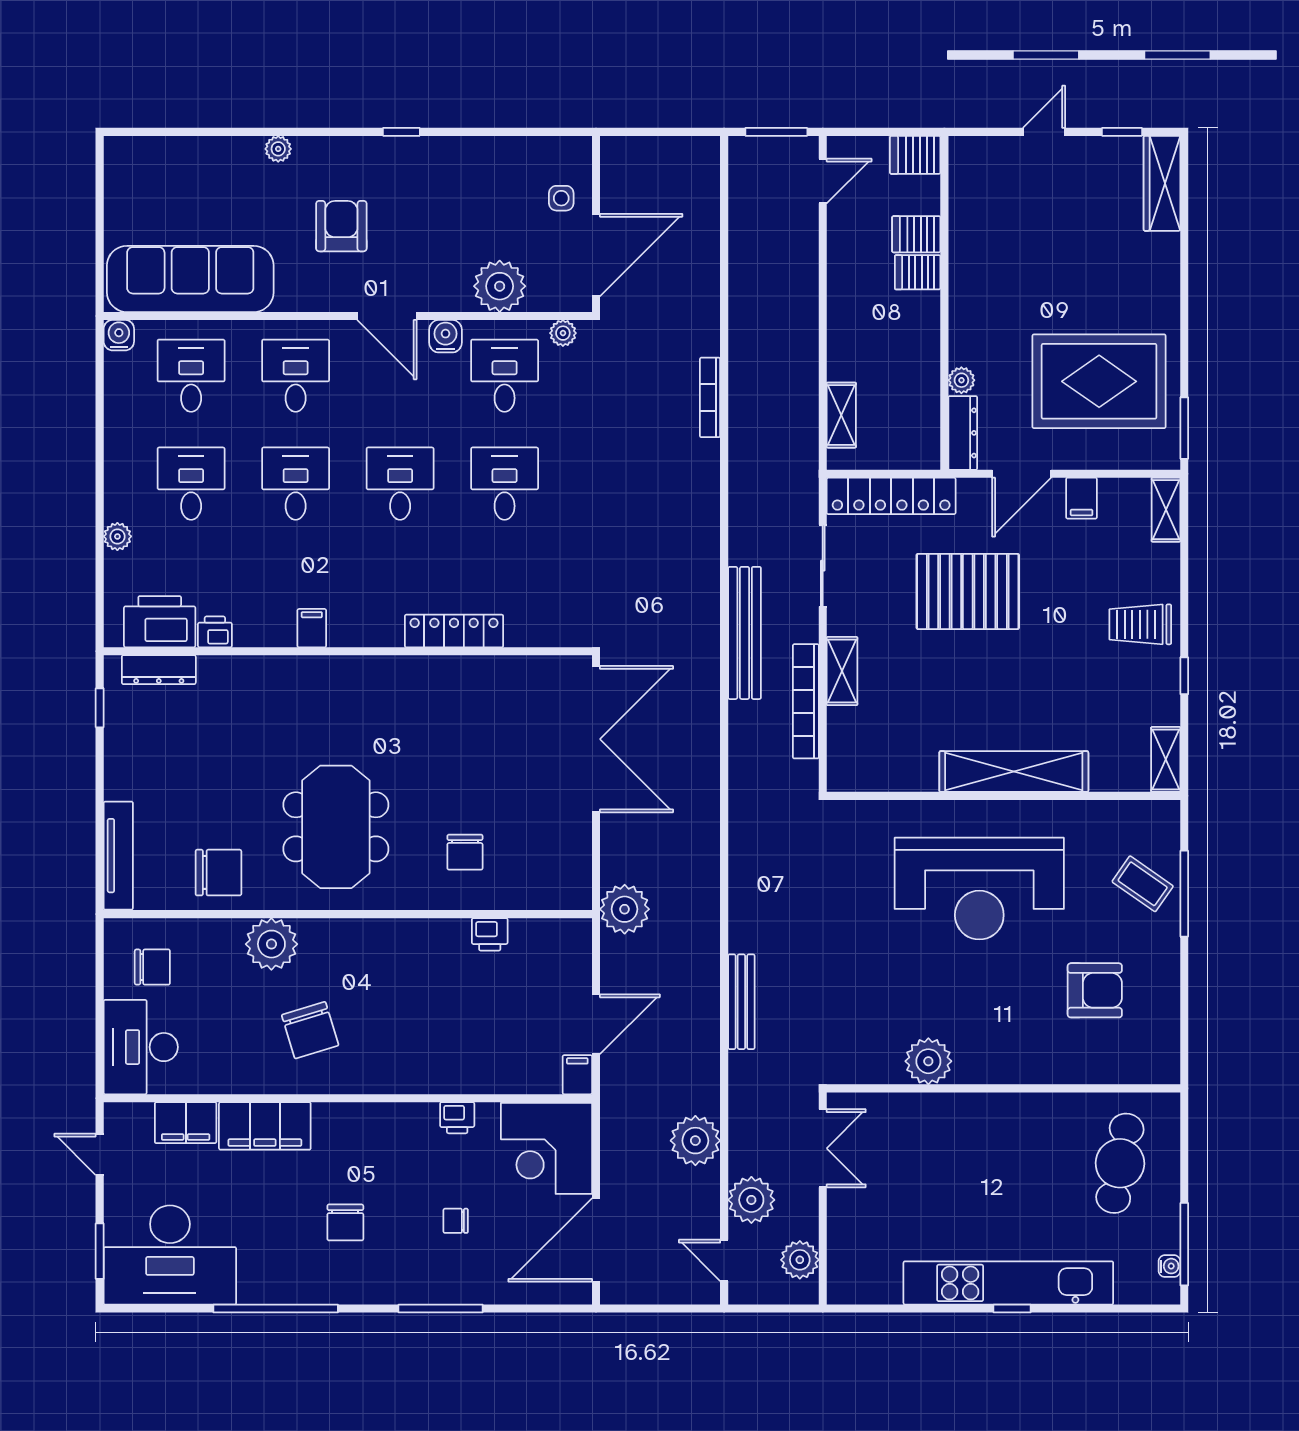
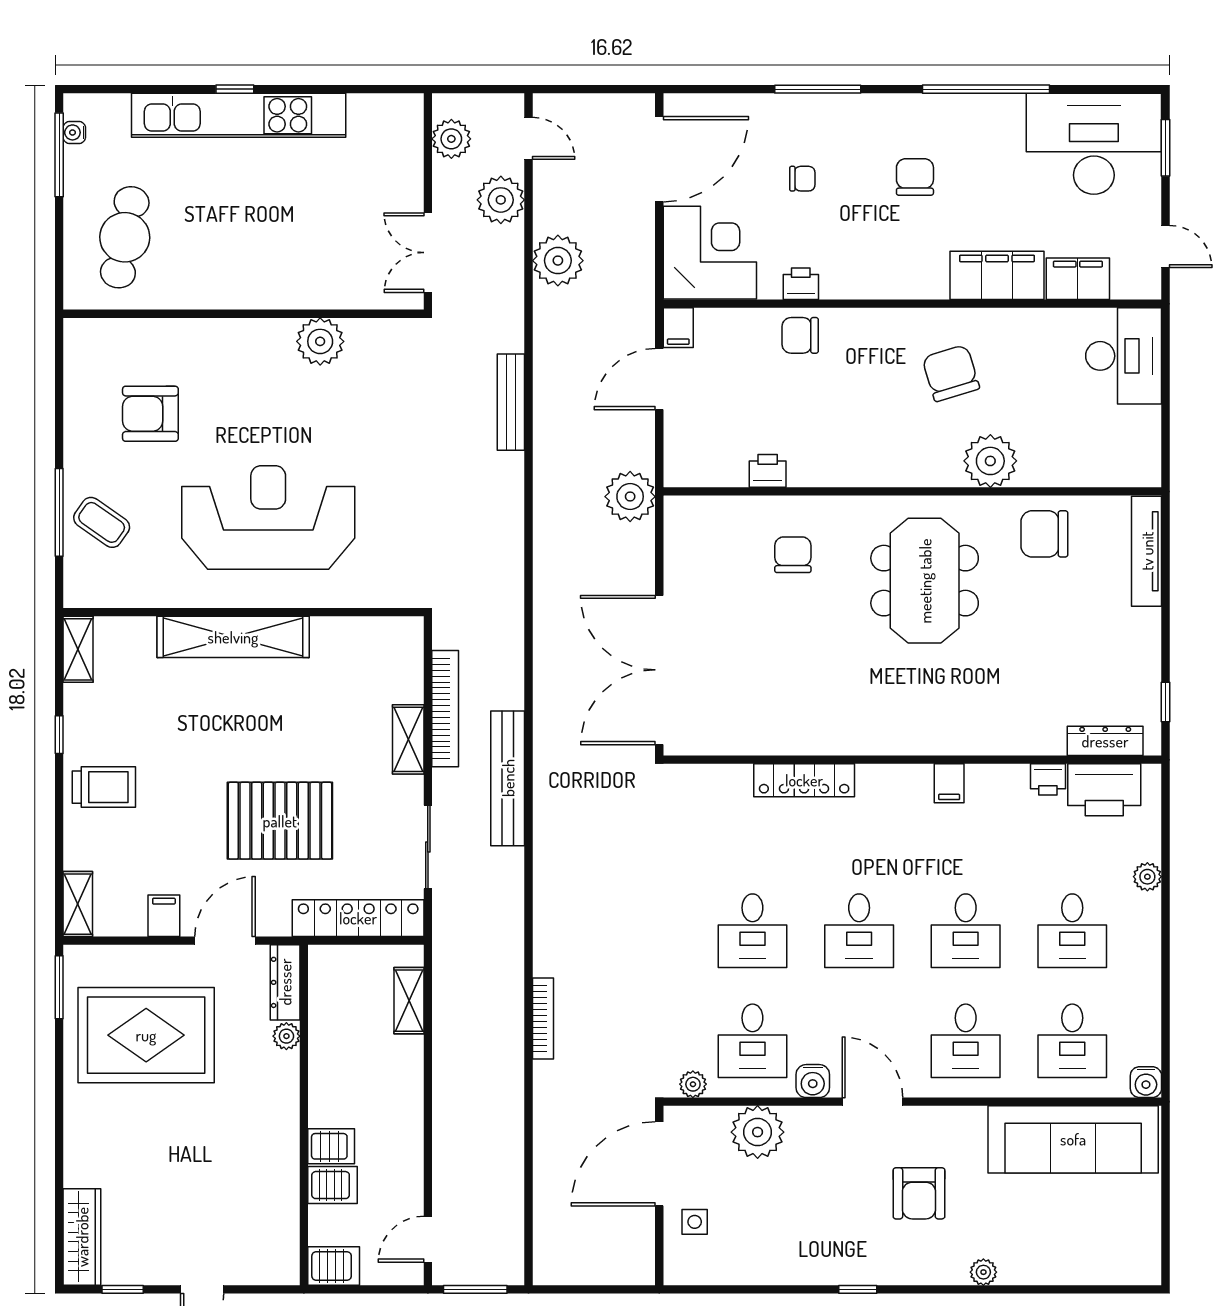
chair: (152, 967) -> (800, 335), moved

